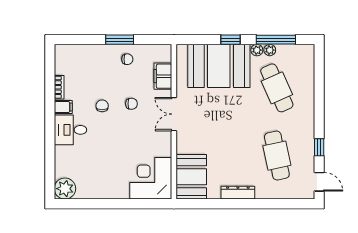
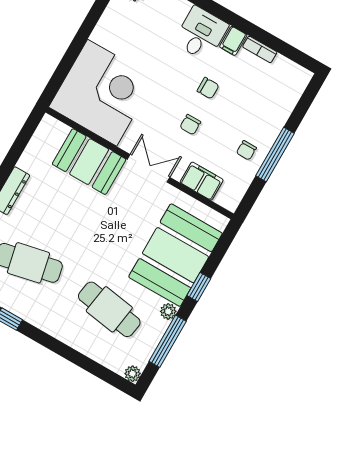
window: (120, 40) -> (275, 154), width x1.44
plant: (270, 50) -> (133, 374), moved
cafe table: (277, 88) -> (109, 309), turned 33
booth: (191, 177) -> (89, 162), moved
corner desk: (151, 178) -> (102, 93), width x1.36, depth x1.36

